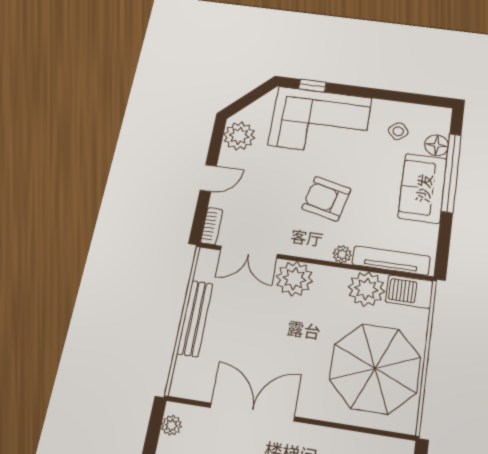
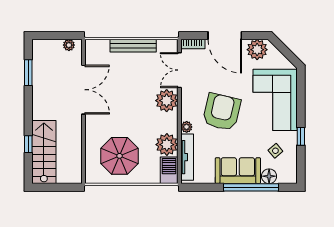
window: (312, 86) -> (301, 136), moved
door: (208, 178) -> (225, 36), width x1.87
armchair: (326, 199) -> (222, 112), width x1.36, depth x1.36
parasol: (375, 369) -> (120, 156), width x0.73, depth x0.73

